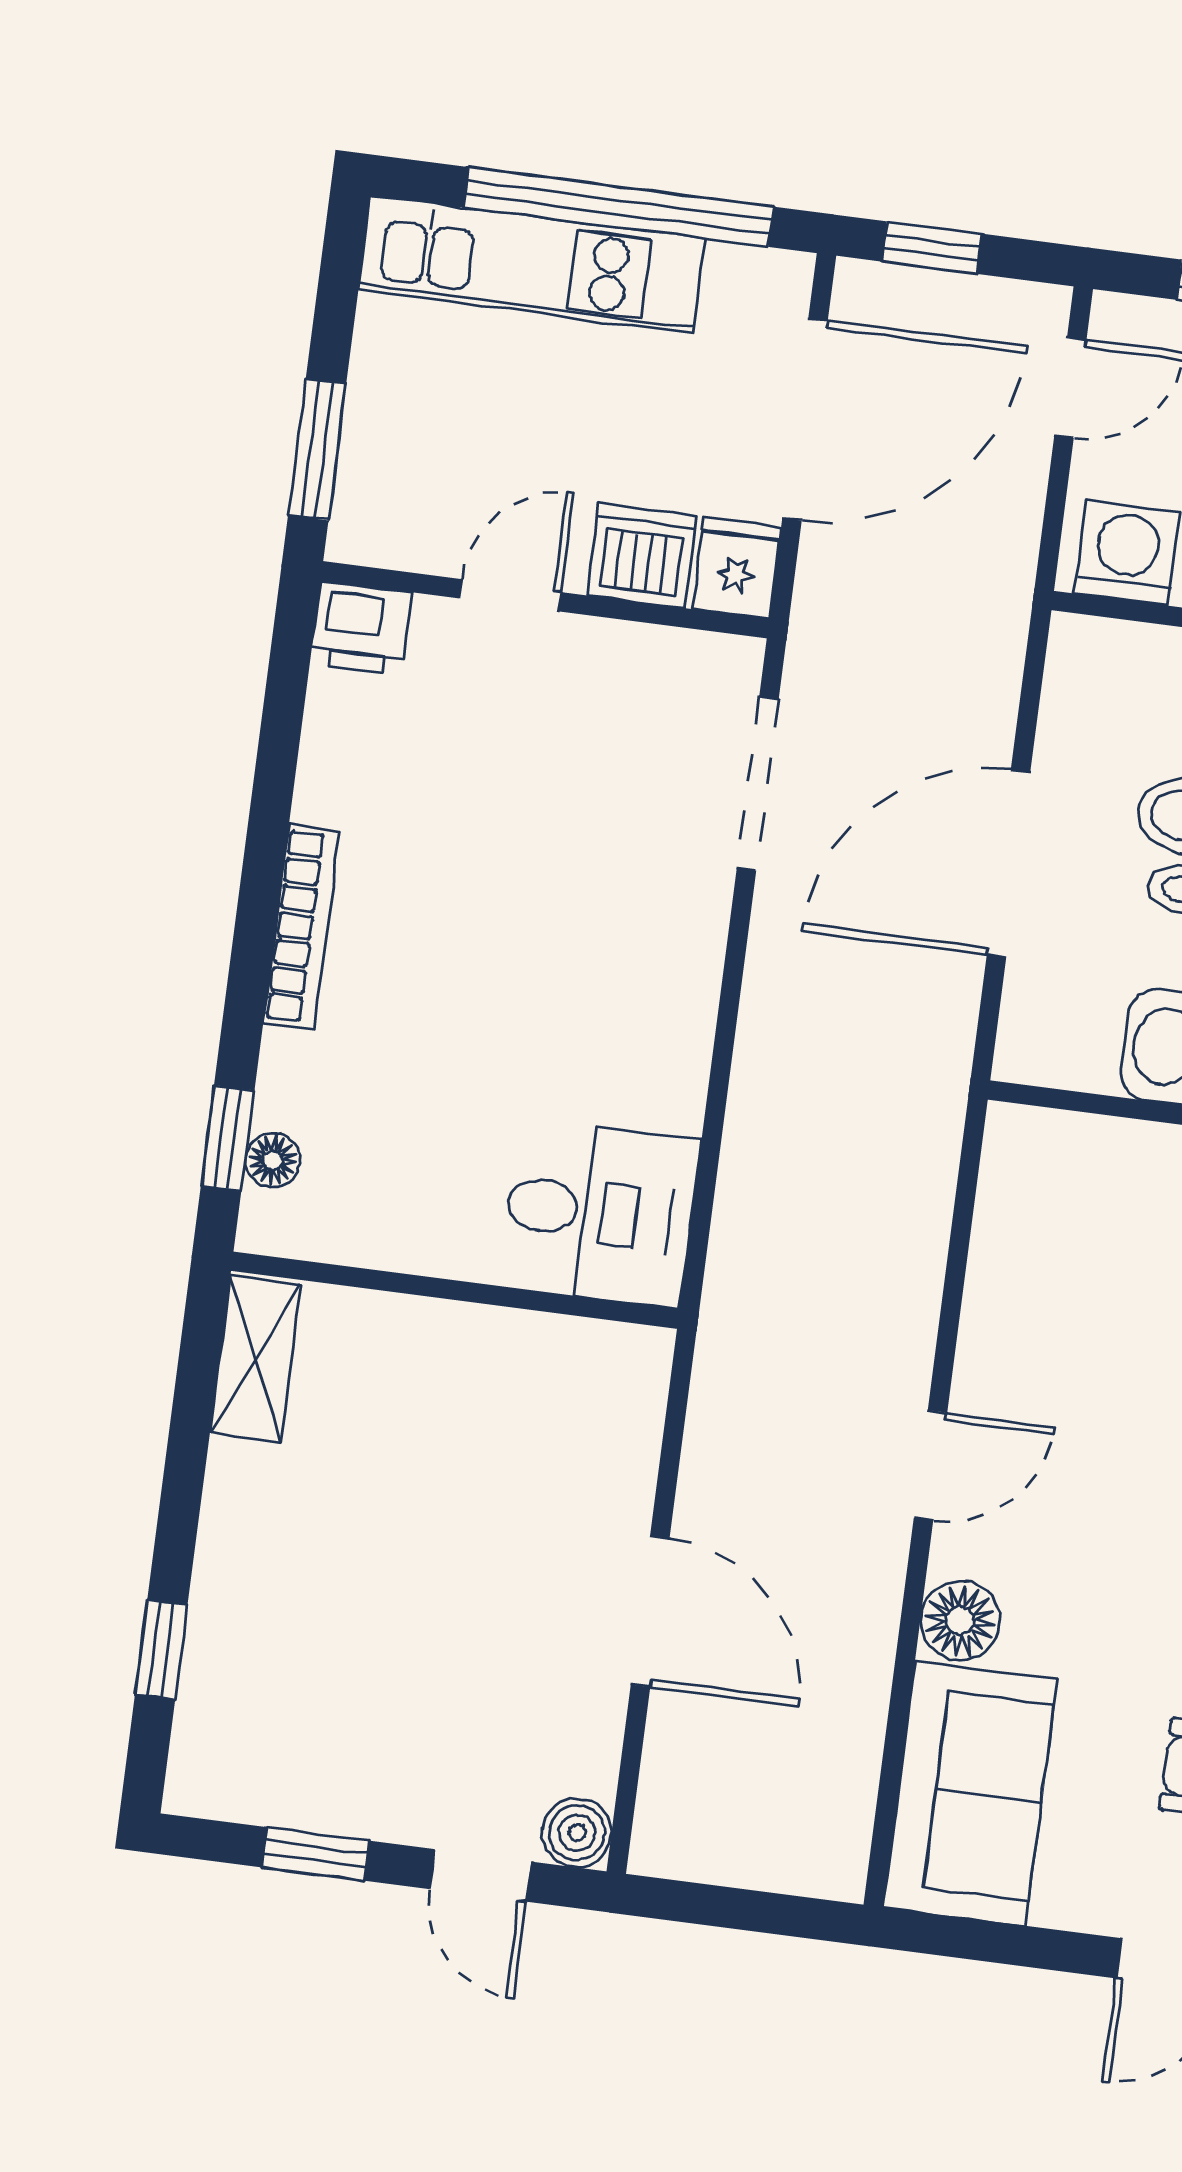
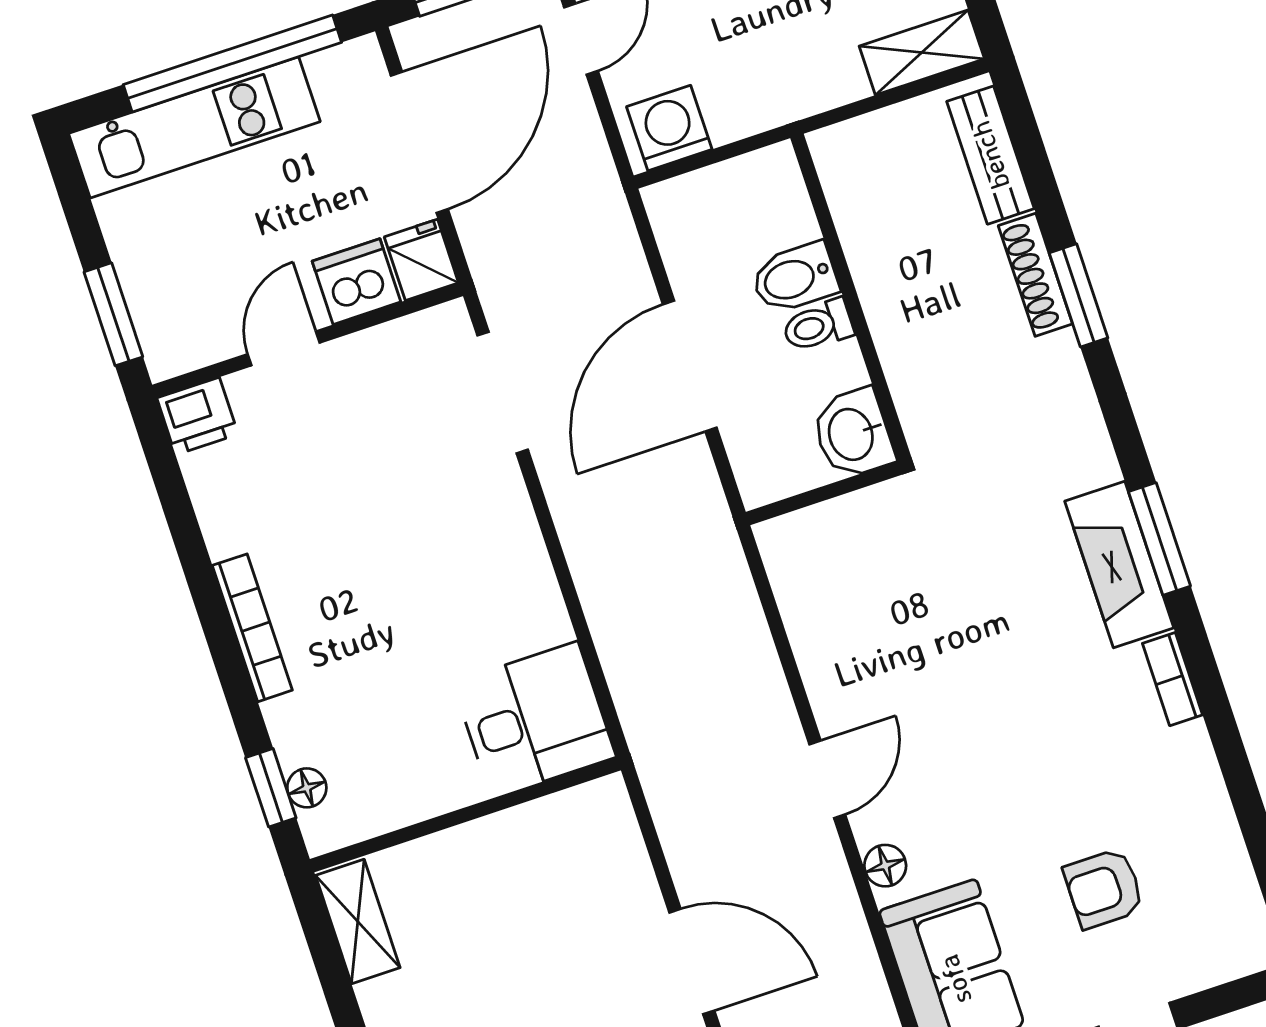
floor lamp: (960, 1620) -> (885, 866), width x0.73, depth x0.73

